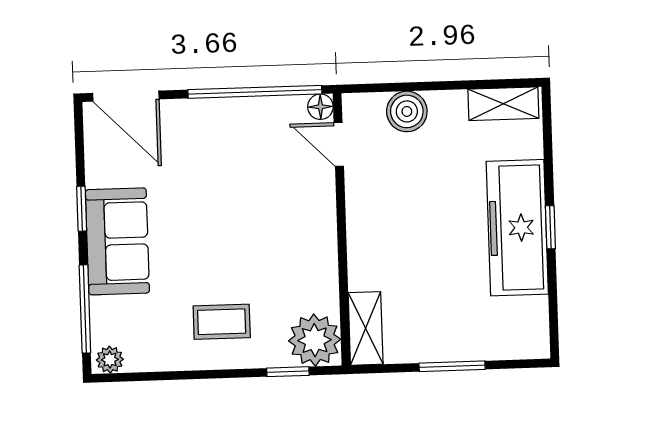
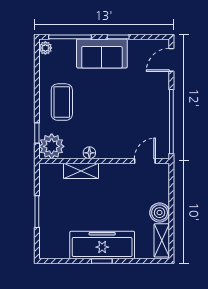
door: (126, 96) -> (171, 60), width x0.73
floor lamp: (320, 107) -> (89, 153), moved
boiler: (407, 111) -> (160, 213), moved
coffee table: (222, 322) -> (62, 102), width x1.36, depth x1.30
shelving: (366, 328) -> (81, 171), moved

